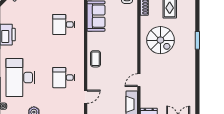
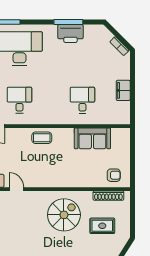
spiral stairs: (160, 40) -> (64, 215), turned 180

